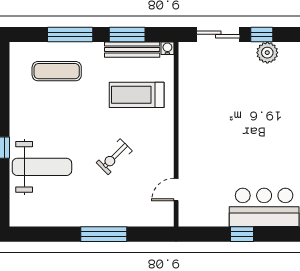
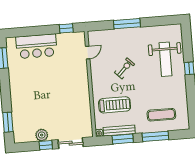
weight bench: (42, 167) -> (165, 59), turned -90
window: (242, 234) -> (66, 28), moved

